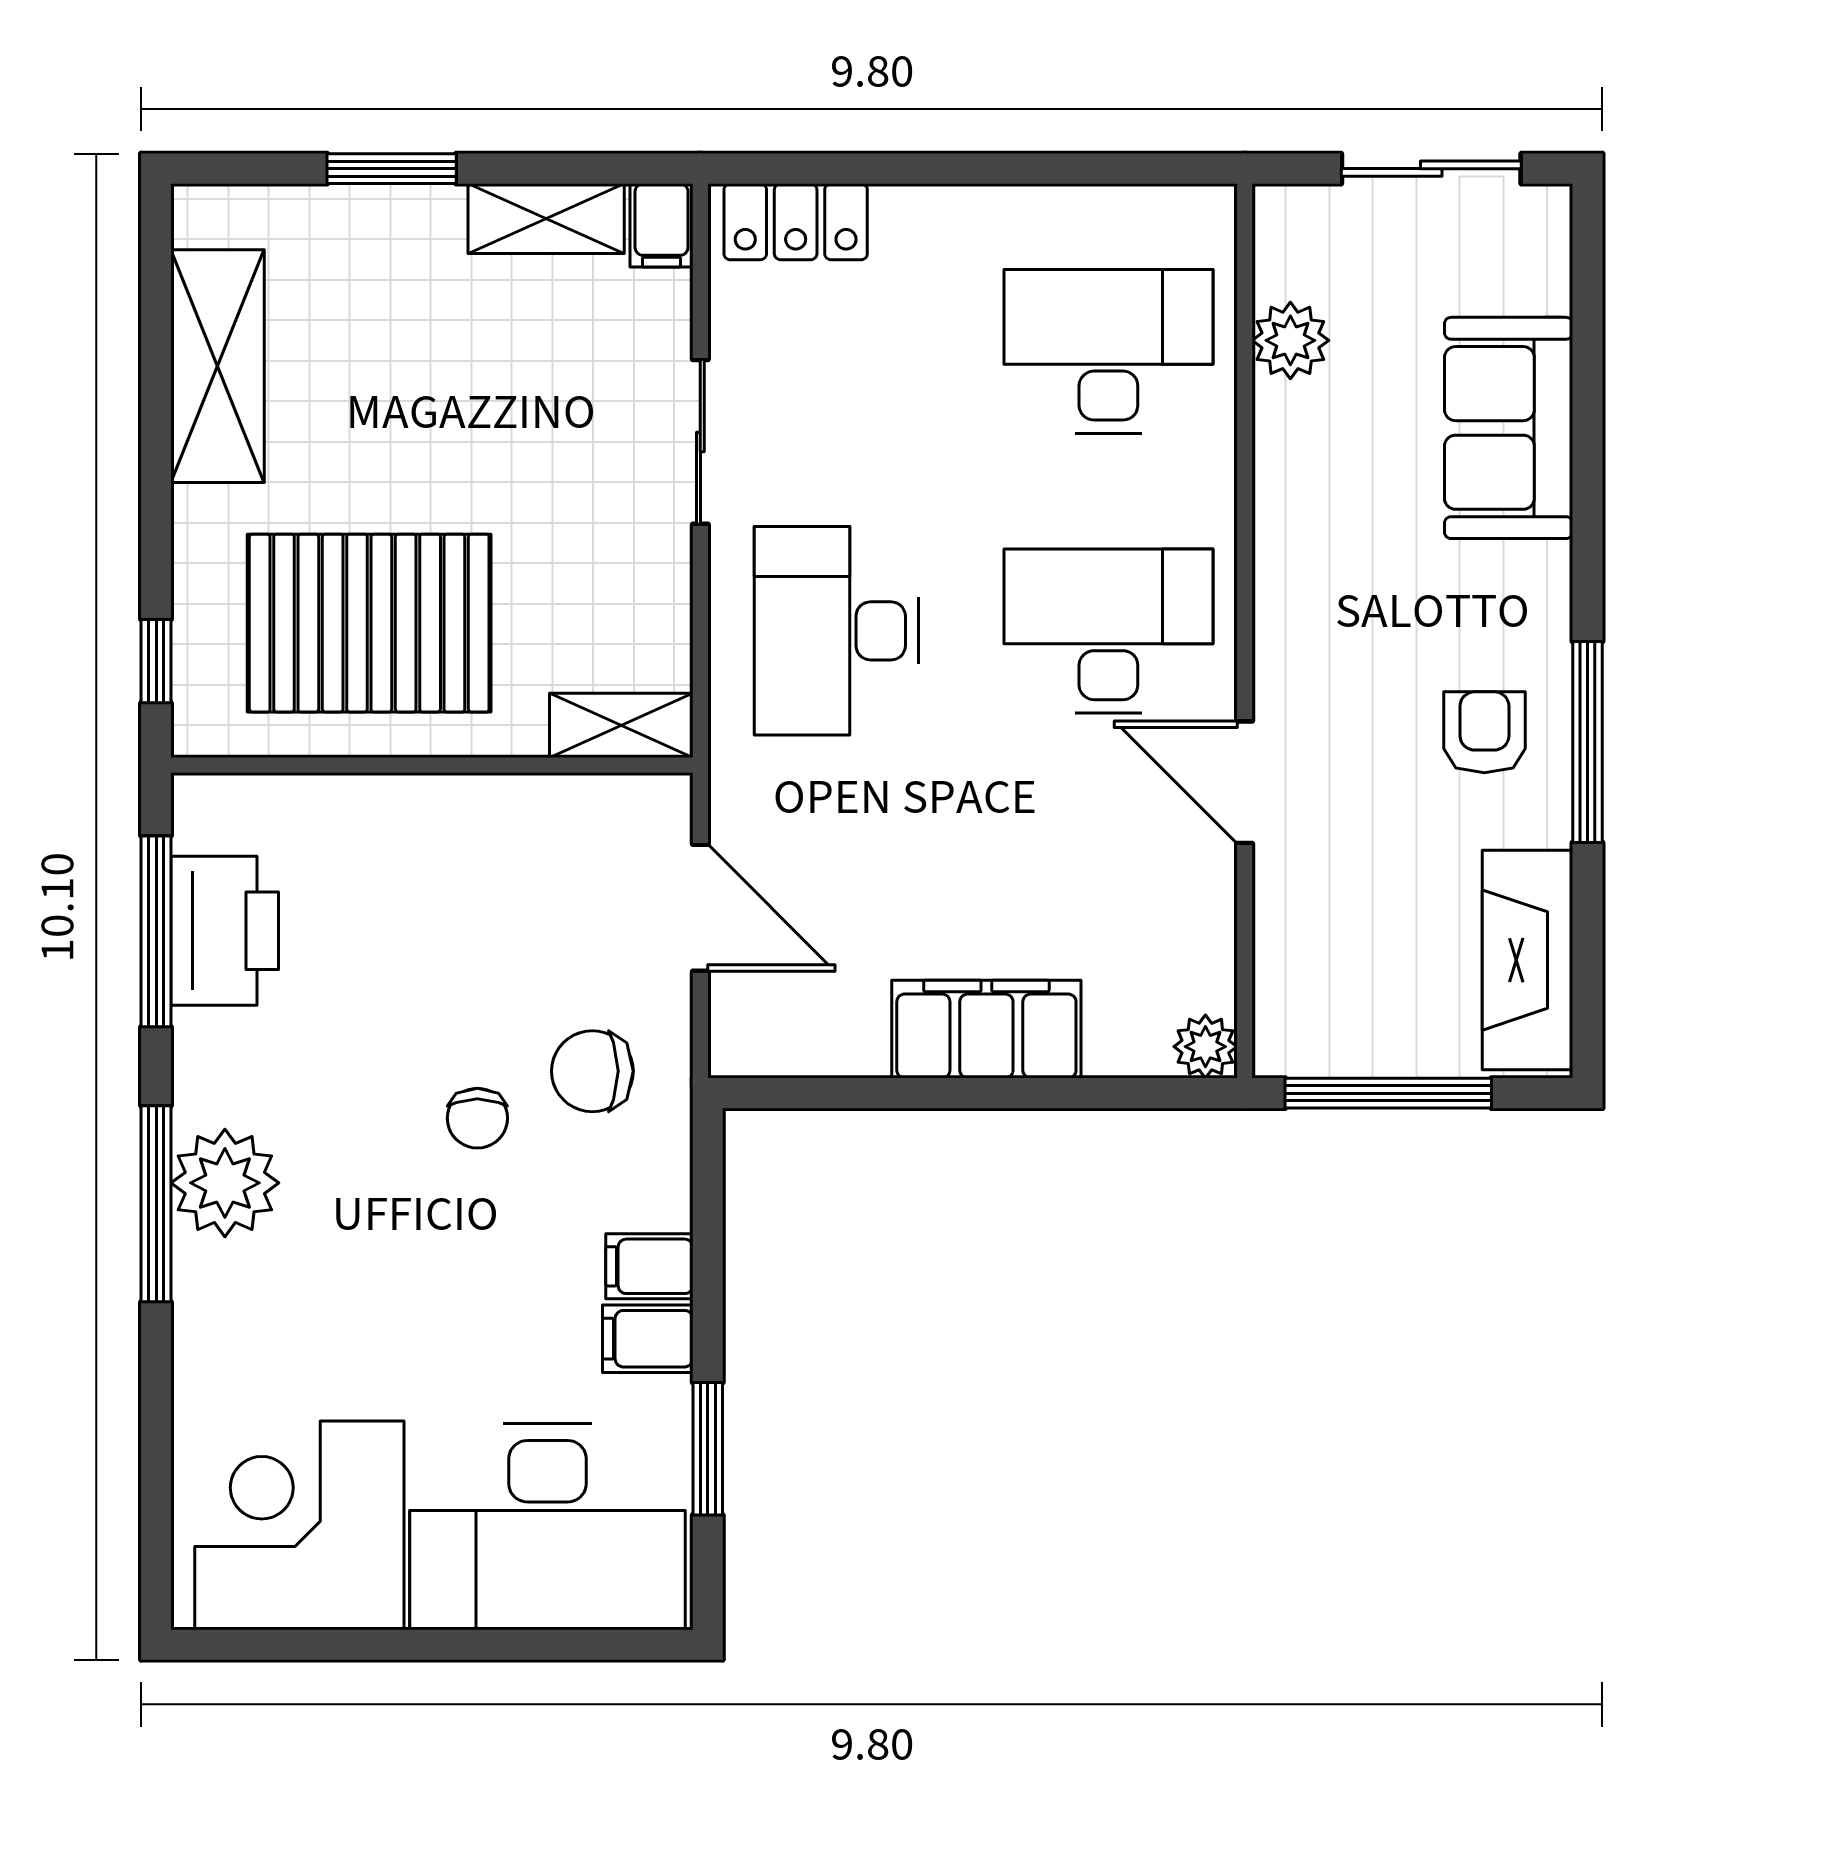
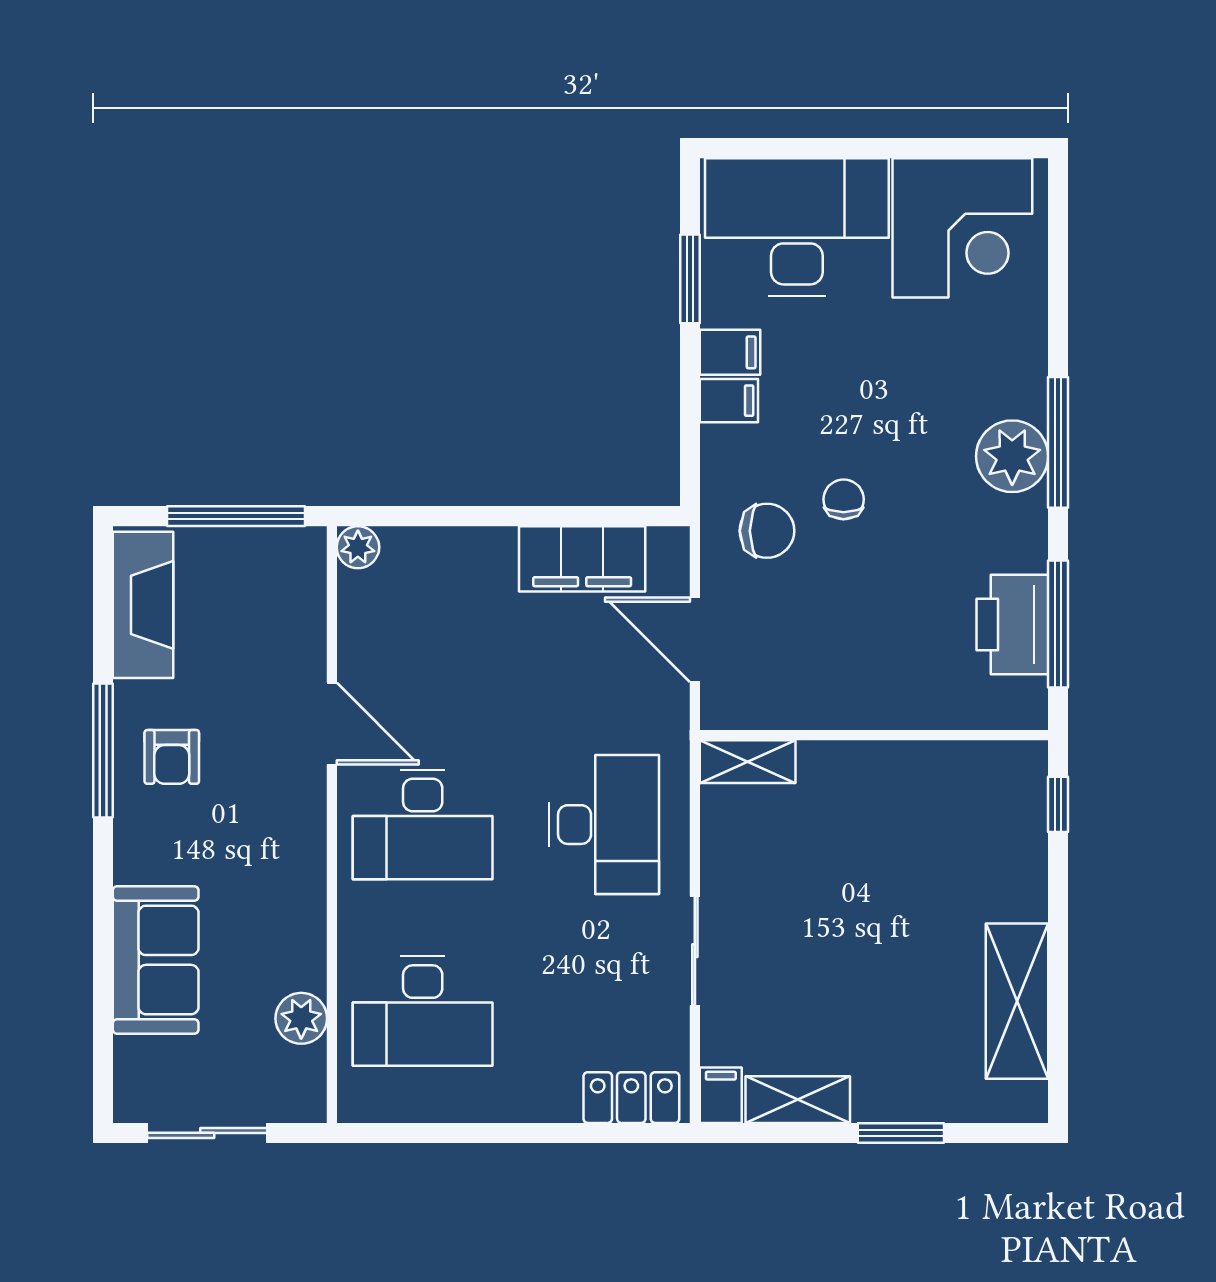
pallet: (369, 623) -> (916, 830), removed
filing cabinet: (986, 1029) -> (582, 559), moved

